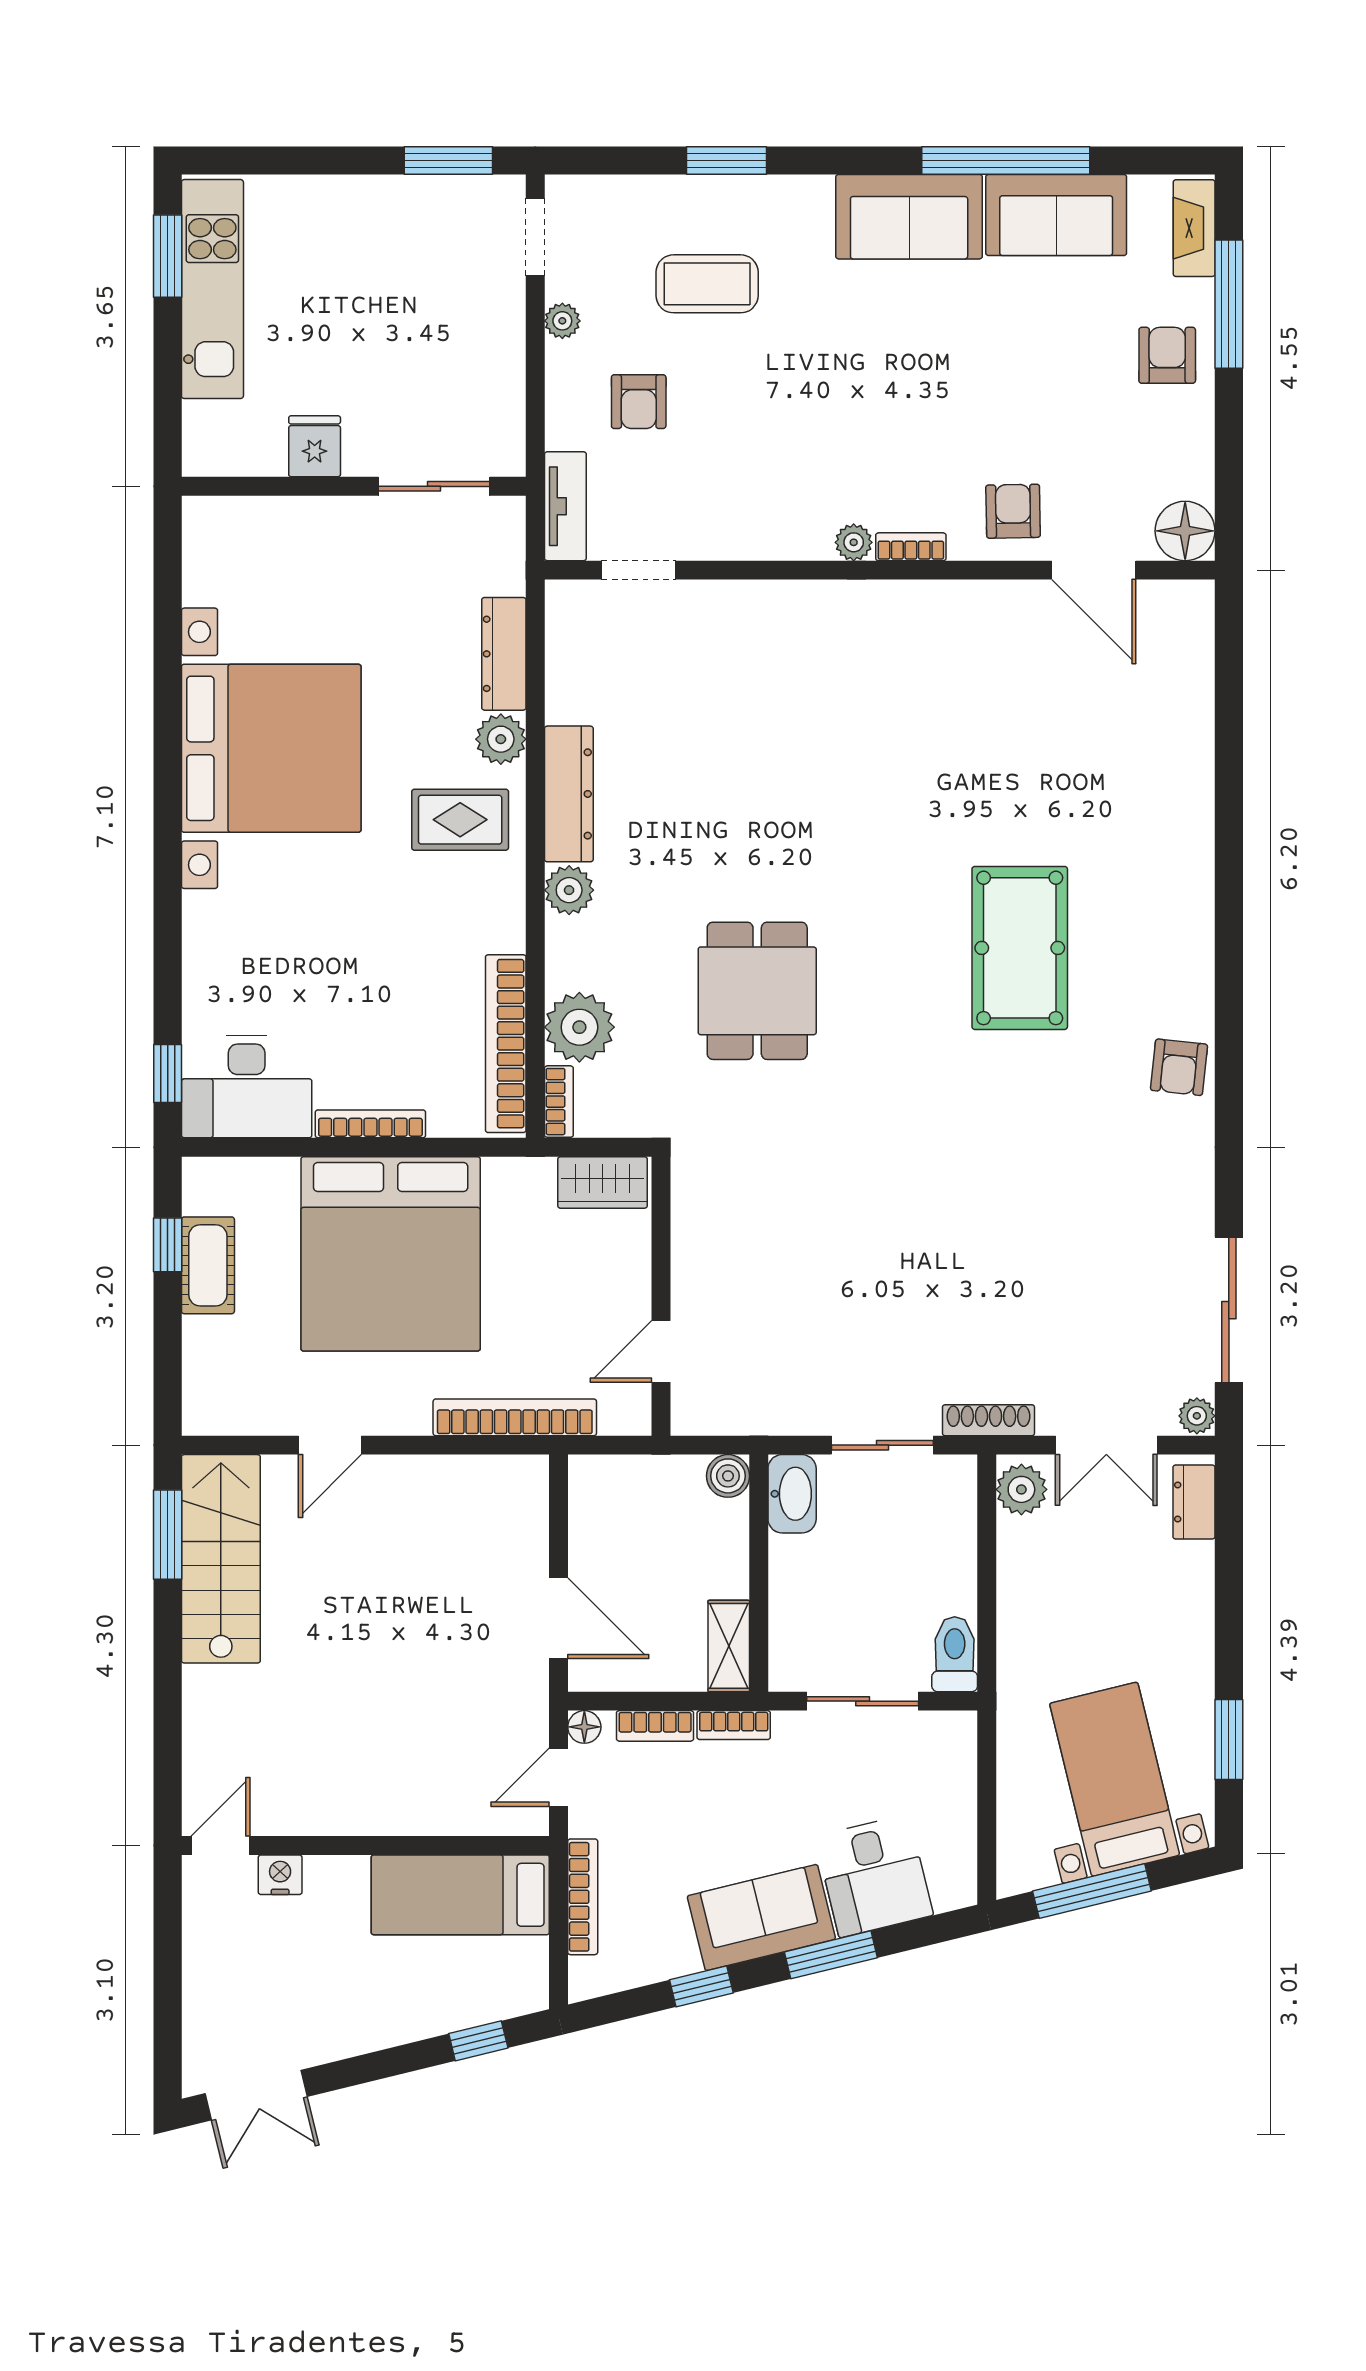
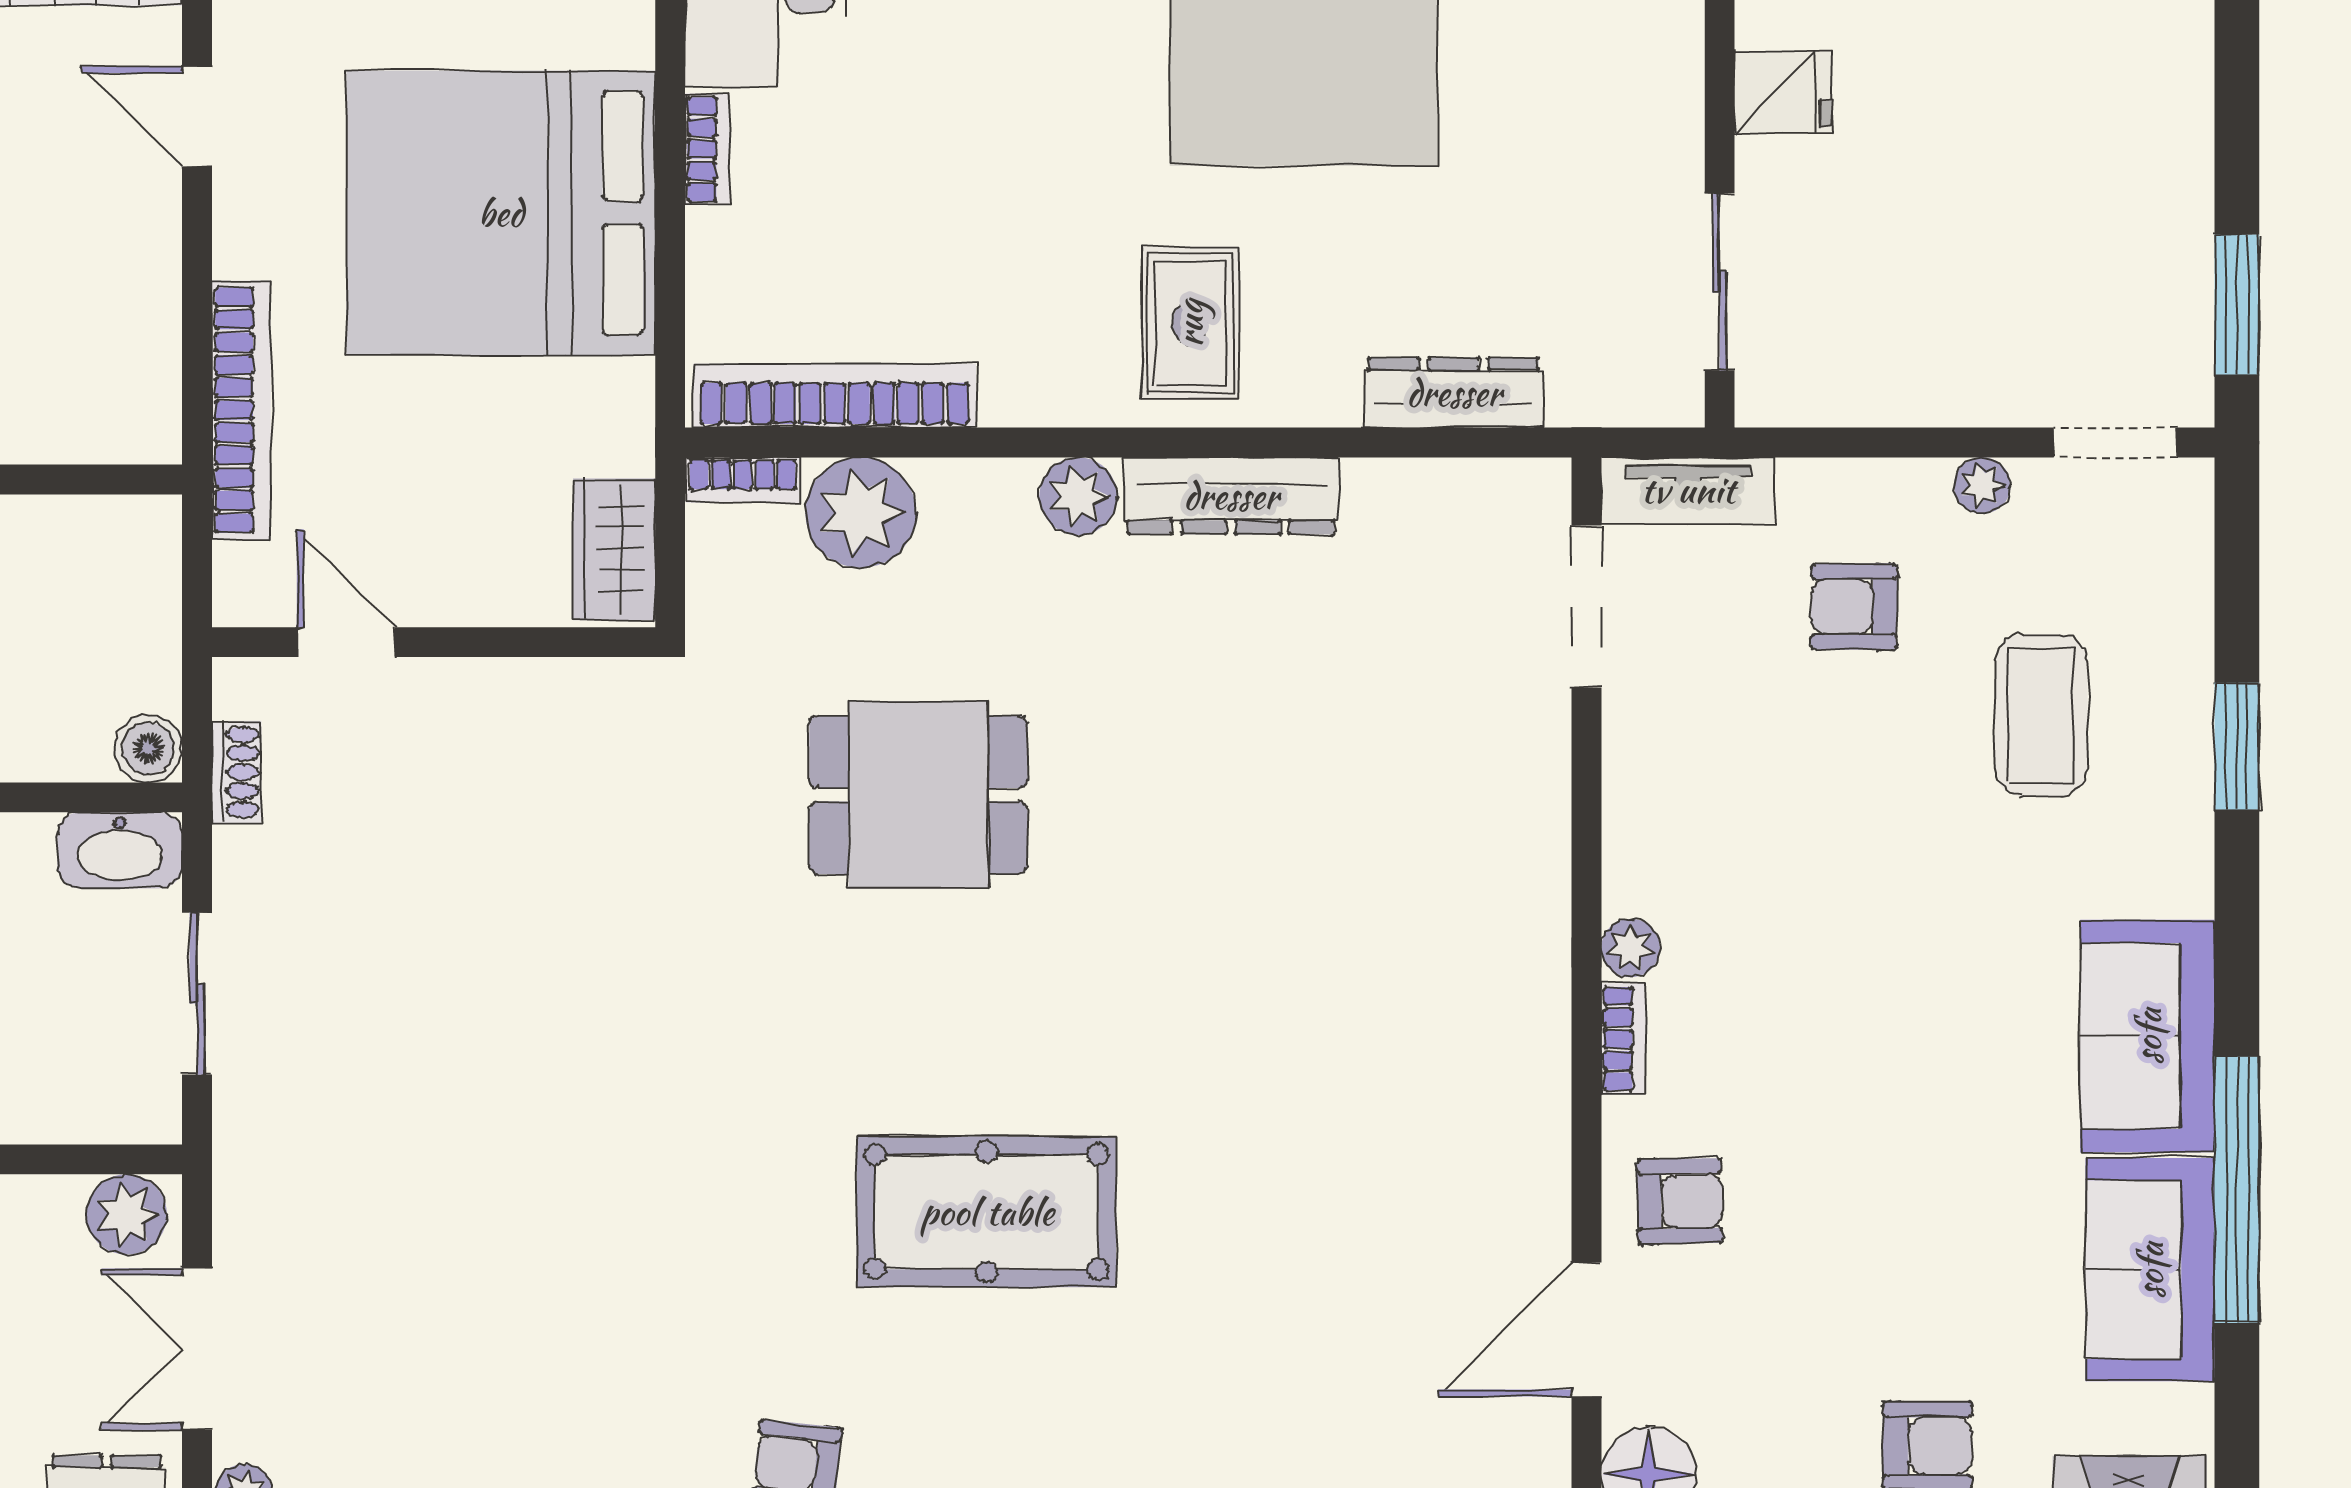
doorway: (639, 570) -> (1587, 606), width x1.38
plant: (501, 739) -> (1318, 388), removed
bookcase: (370, 1124) -> (707, 149), width x0.64
shoe rack: (988, 1420) -> (237, 772), moved, width x0.70

